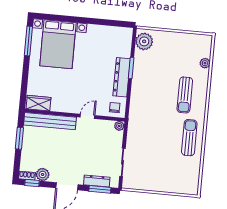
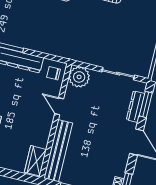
plant: (119, 126) -> (79, 77), width x1.87, depth x1.87
plant: (43, 174) -> (119, 168), removed

